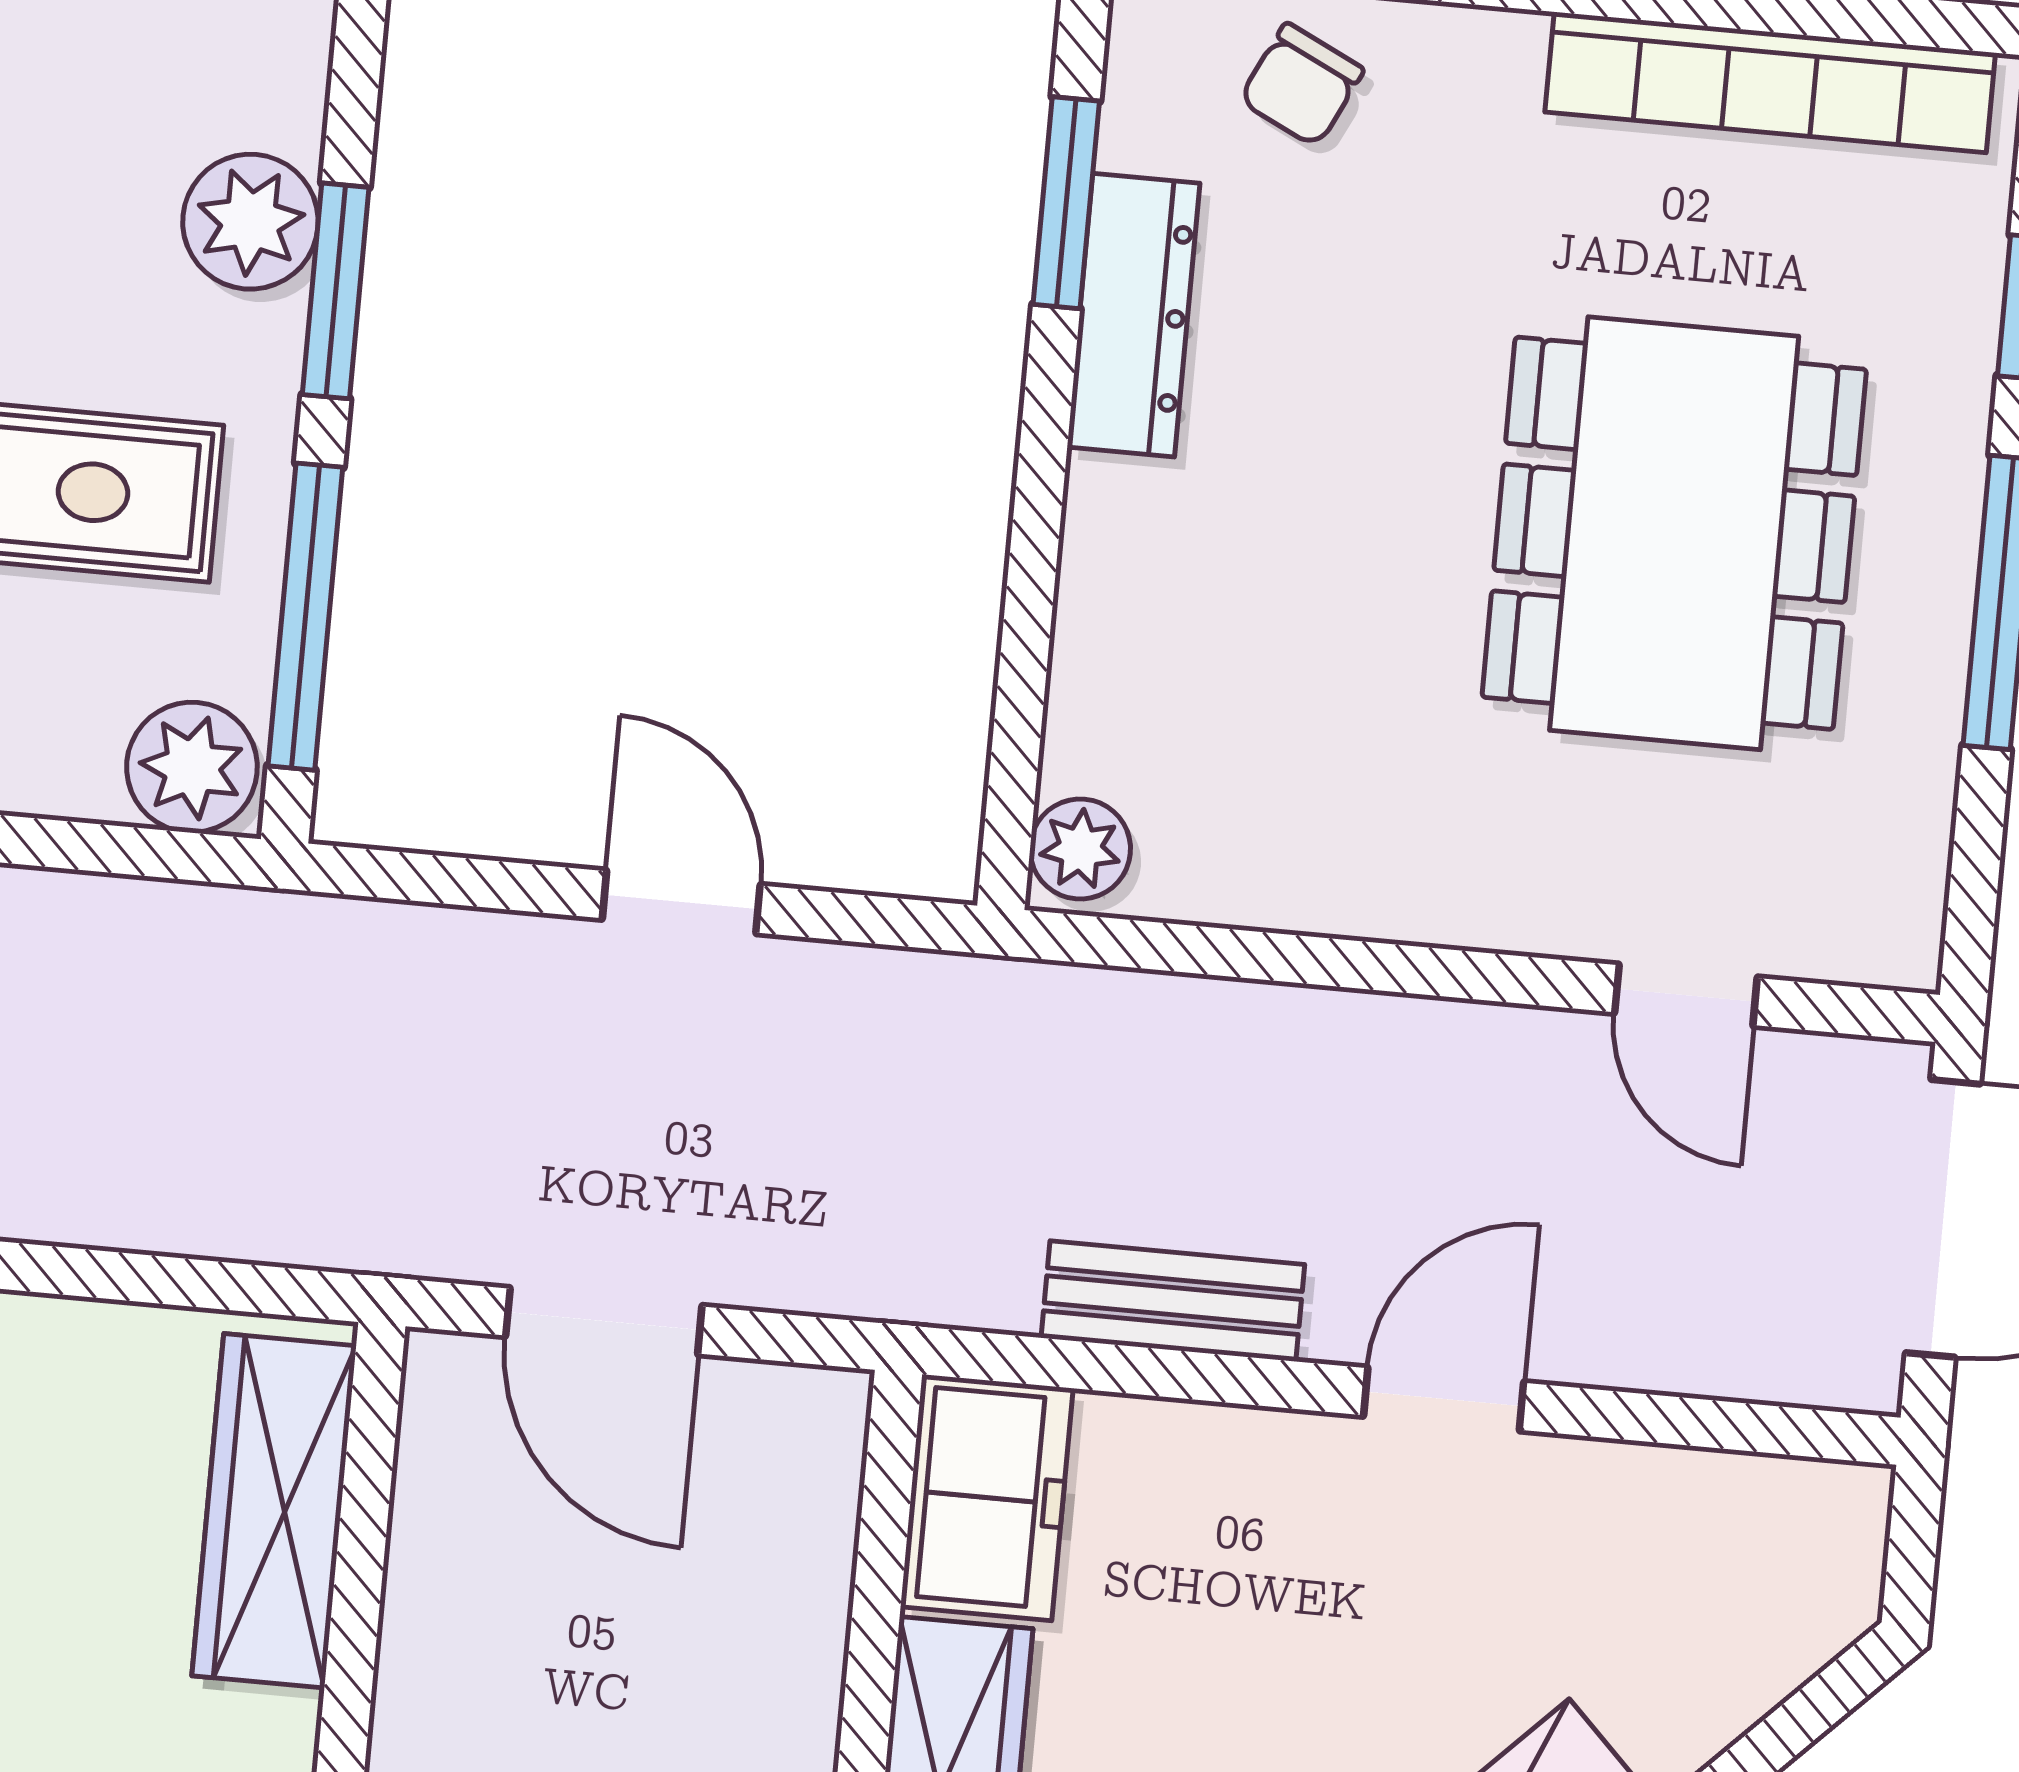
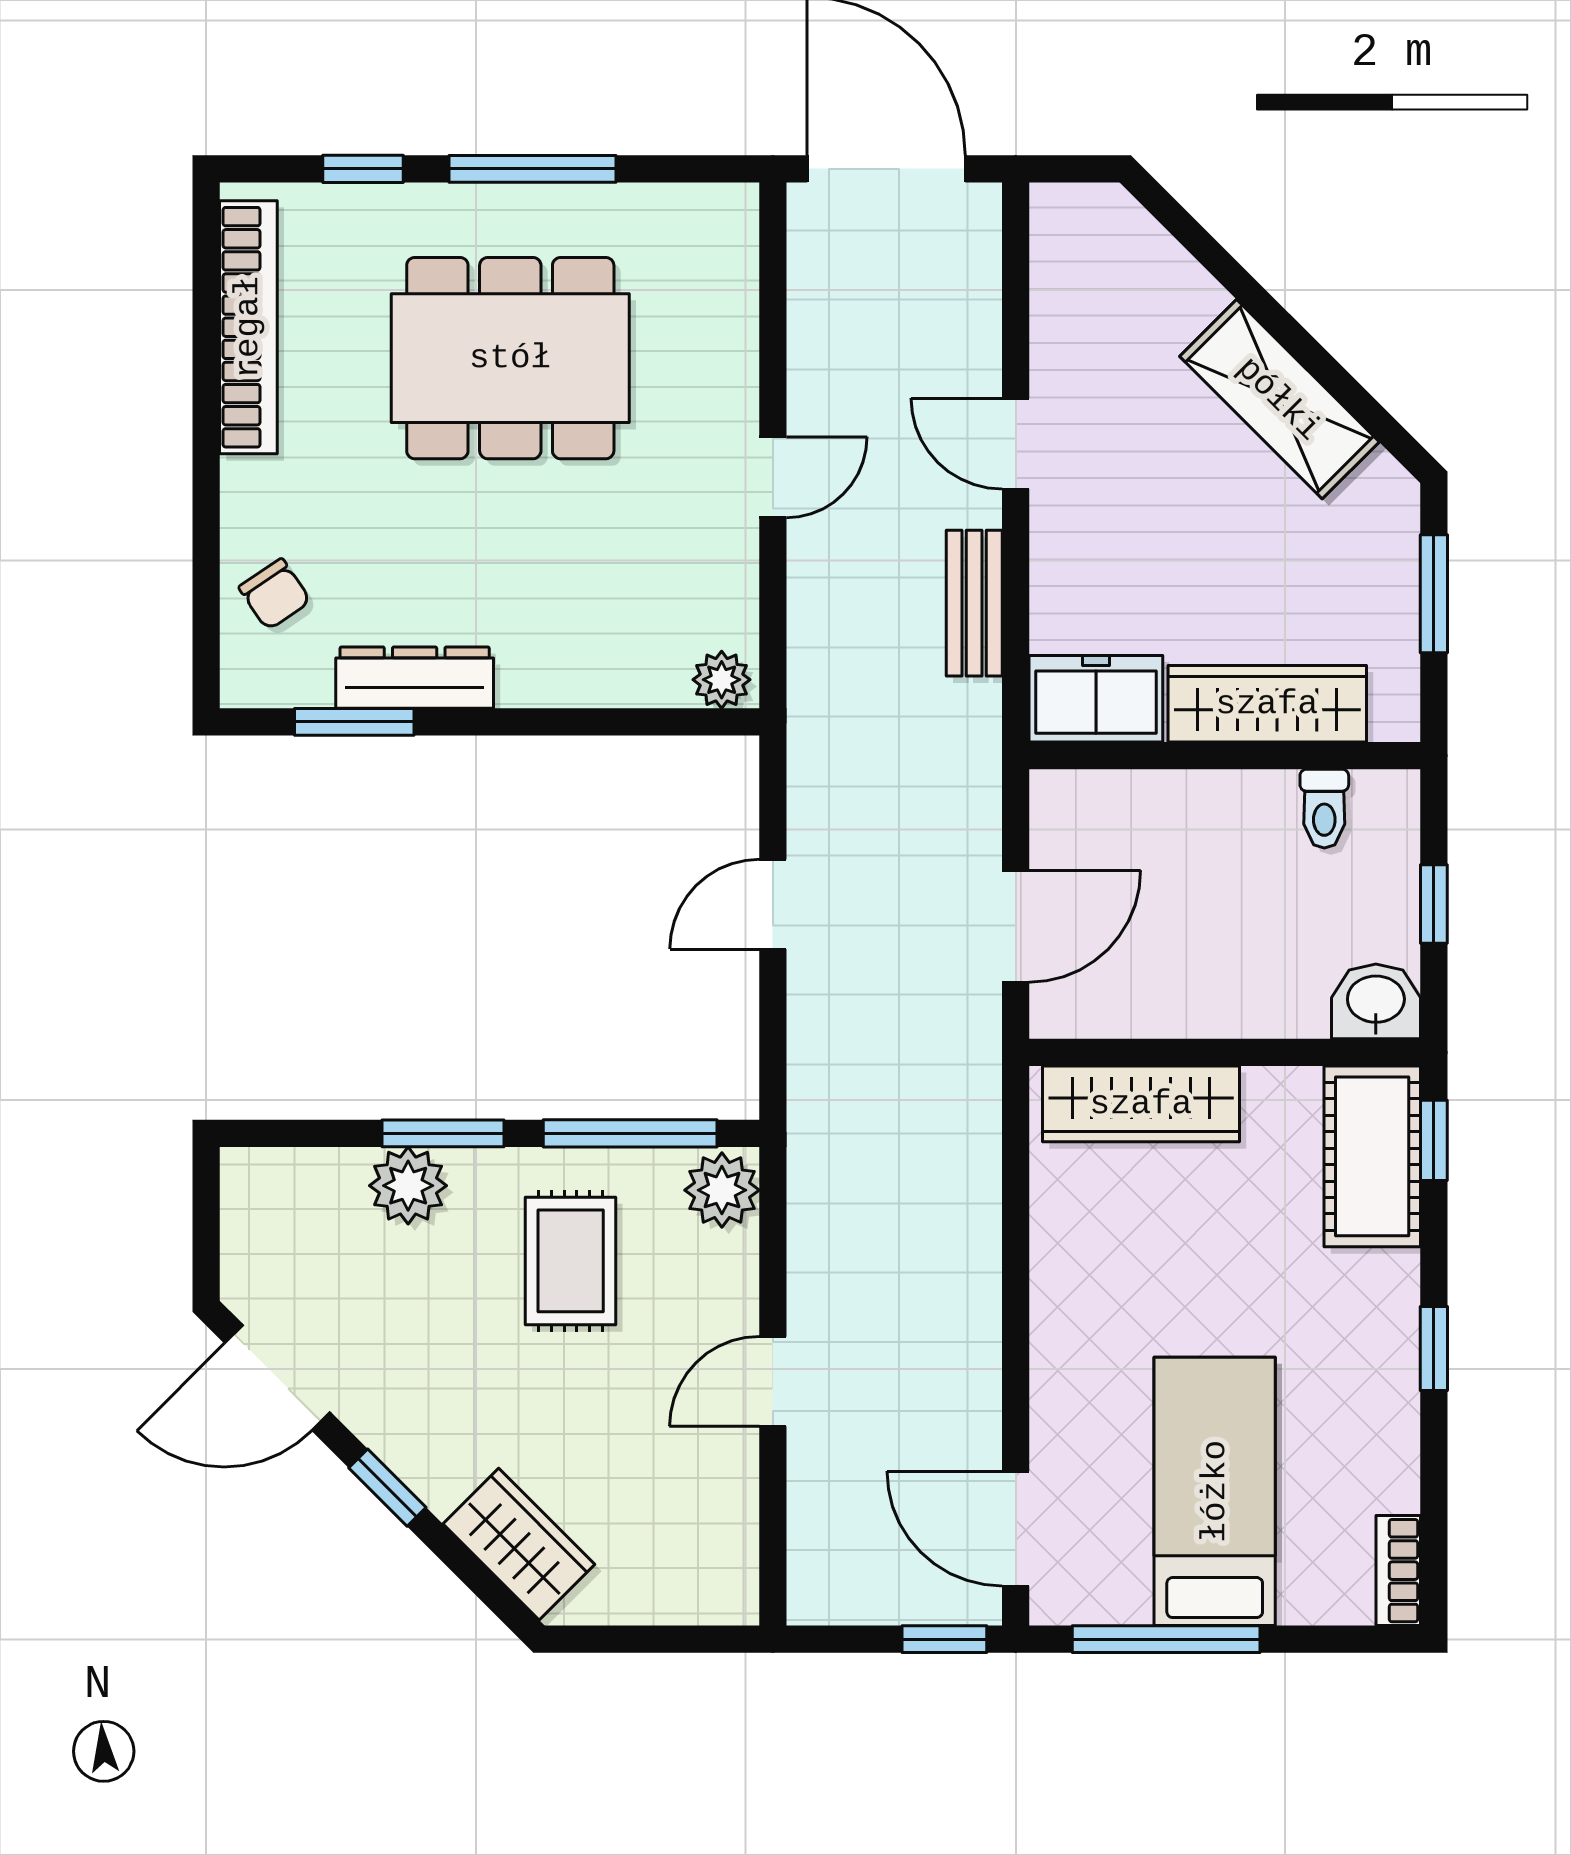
chair: (1301, 85) -> (275, 594), turned 30
door: (1686, 995) -> (773, 477), moved

